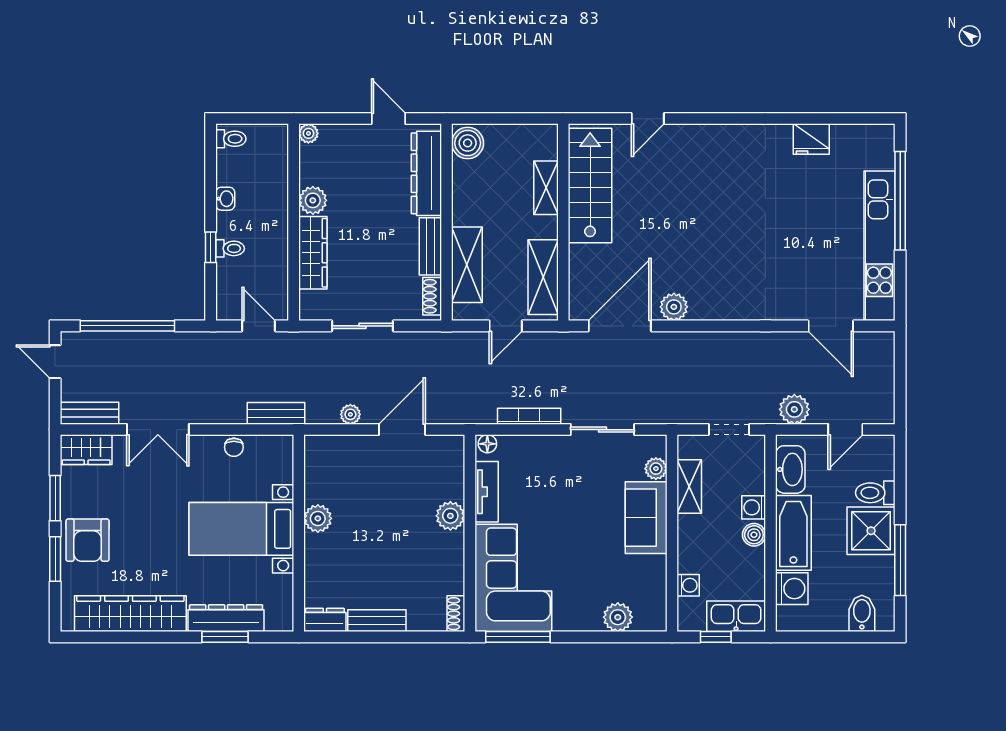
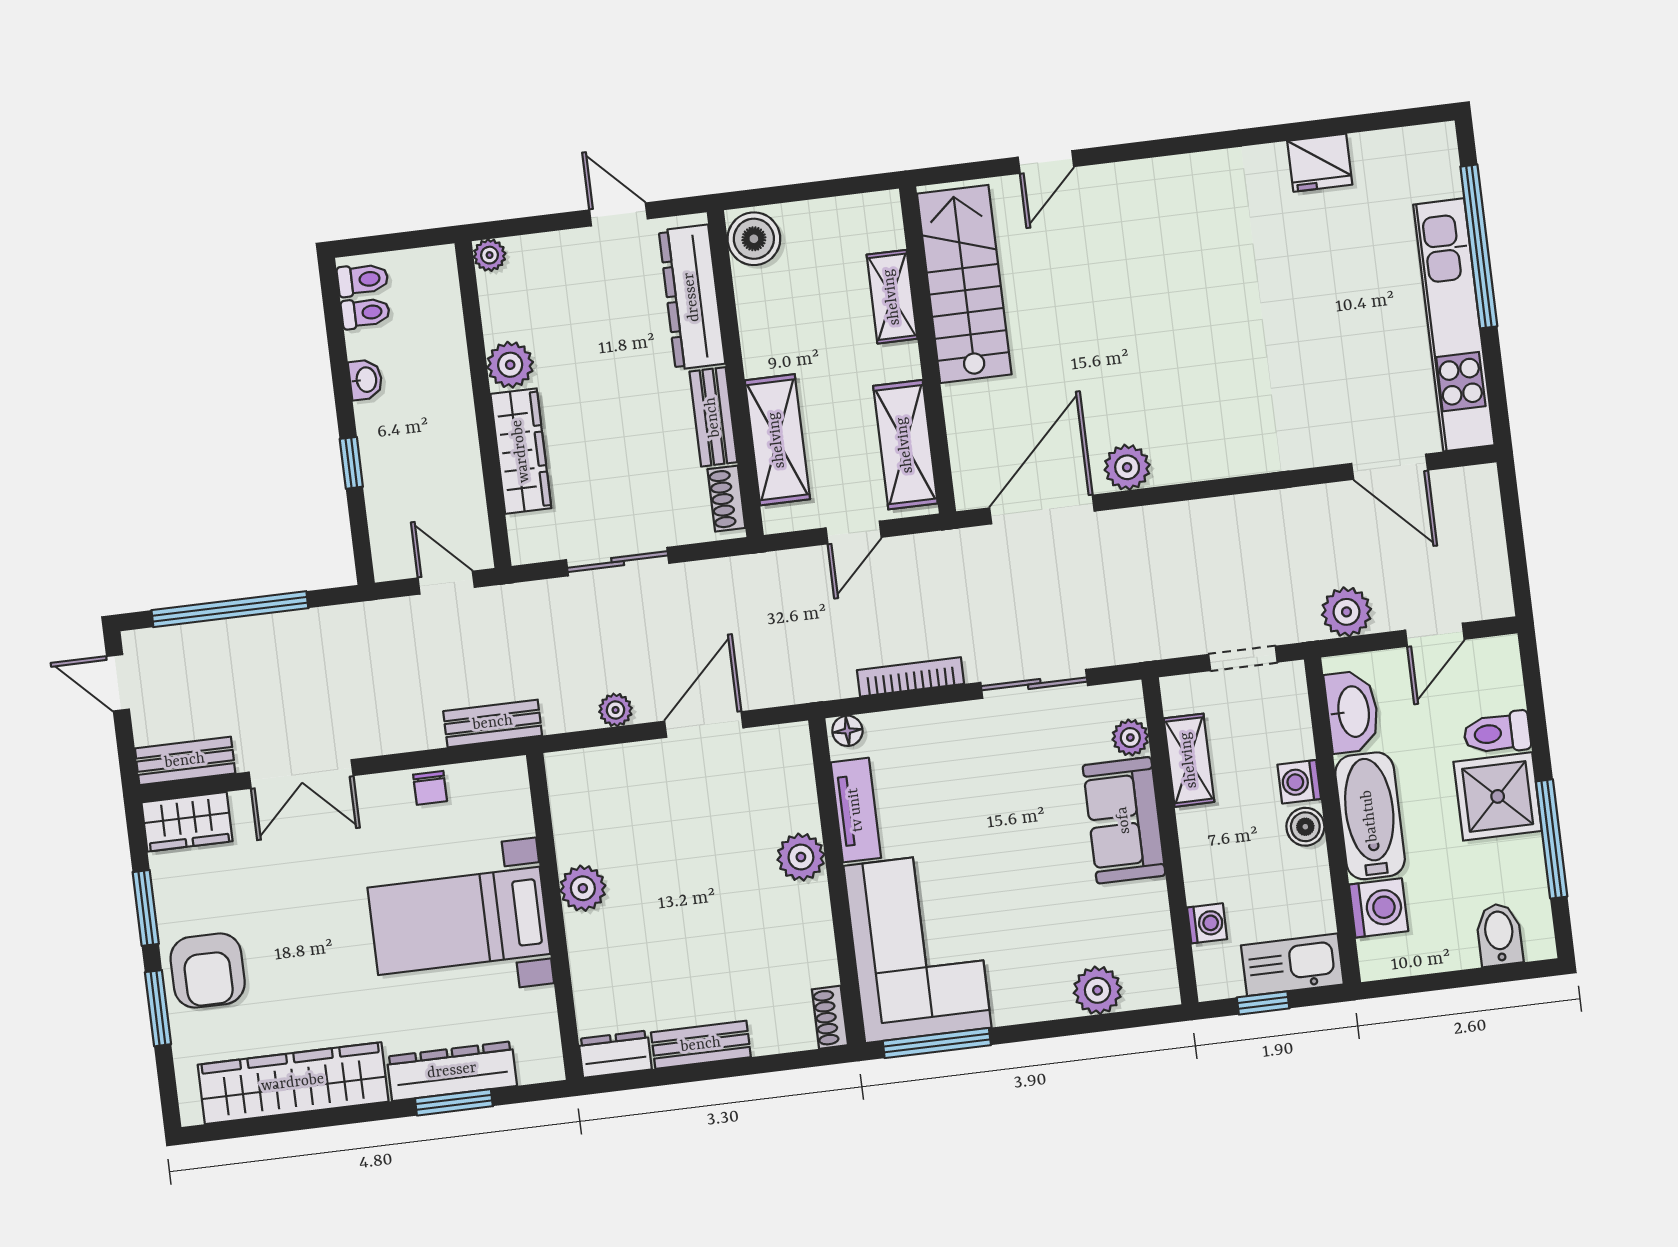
toilet: (230, 248) -> (365, 313), moved

